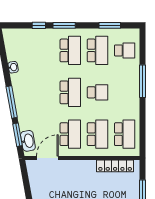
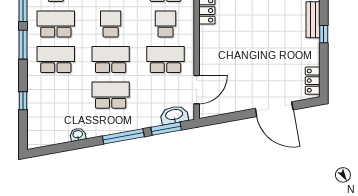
window: (64, 25) -> (23, 45), moved
school desk: (43, 92) -> (111, 95), added
school desk: (97, 134) -> (165, 24), width x0.54
door: (47, 158) -> (197, 90), swing flipped

